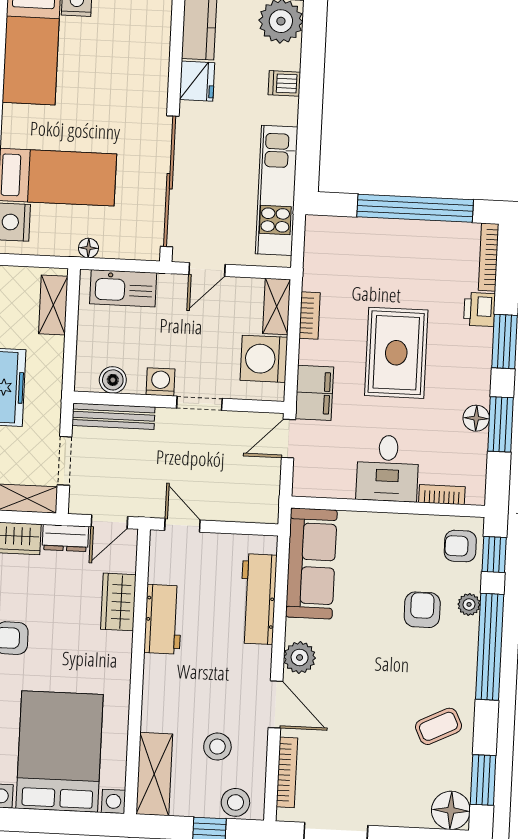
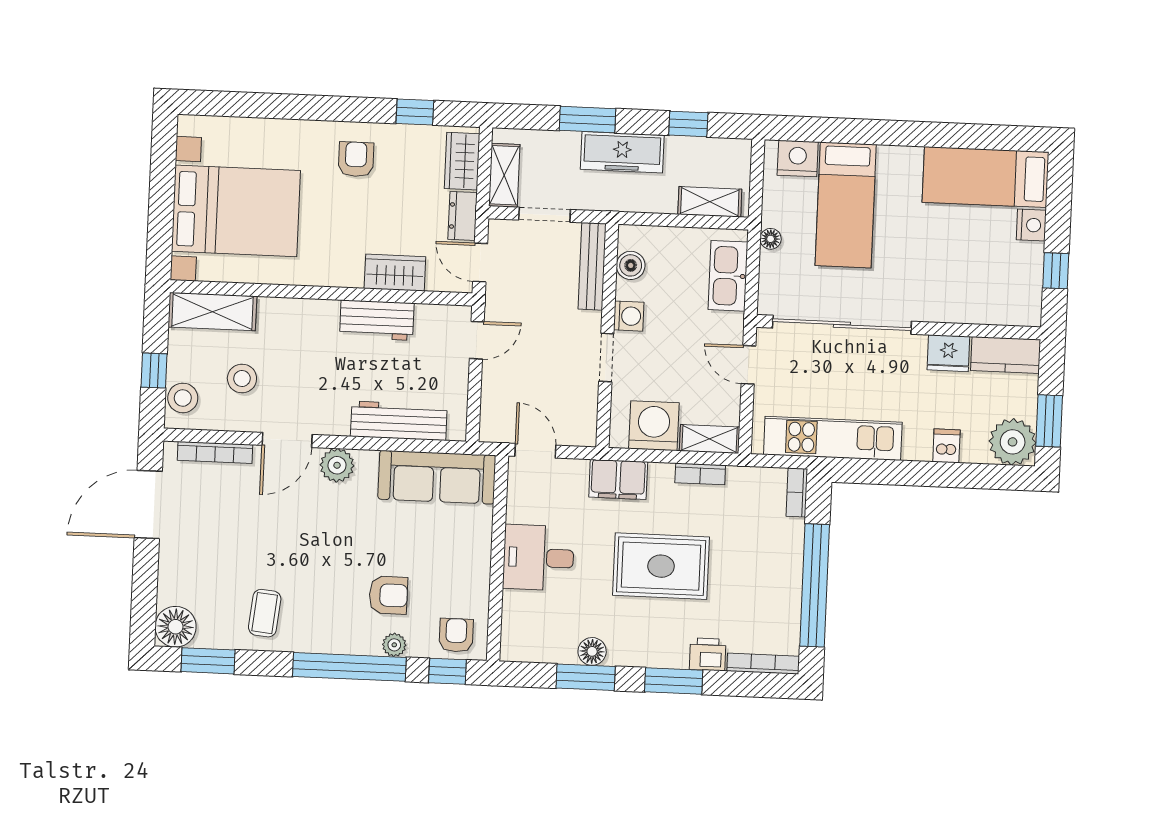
door: (288, 439) -> (535, 451), moved
bookcase: (442, 495) -> (797, 492), moved, turned 180
coffee table: (438, 726) -> (265, 613), turned 32

